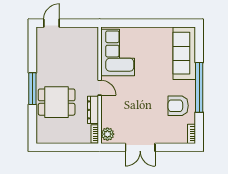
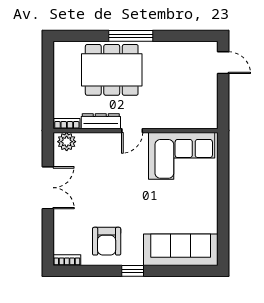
window: (199, 87) -> (133, 271), width x0.32
dining table: (57, 102) -> (112, 70), width x1.37
armchair: (178, 106) -> (107, 241), turned 180
double door: (140, 147) -> (48, 188), swing flipped

